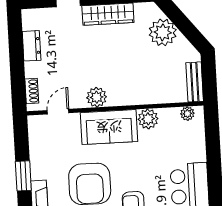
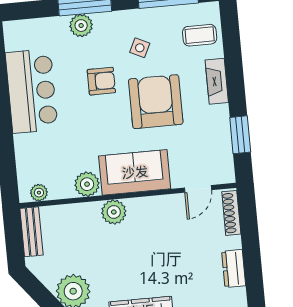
shoe rack: (32, 91) -> (231, 213), width x1.43
plant: (97, 97) -> (114, 212), moved
window: (23, 176) -> (240, 135), moved

